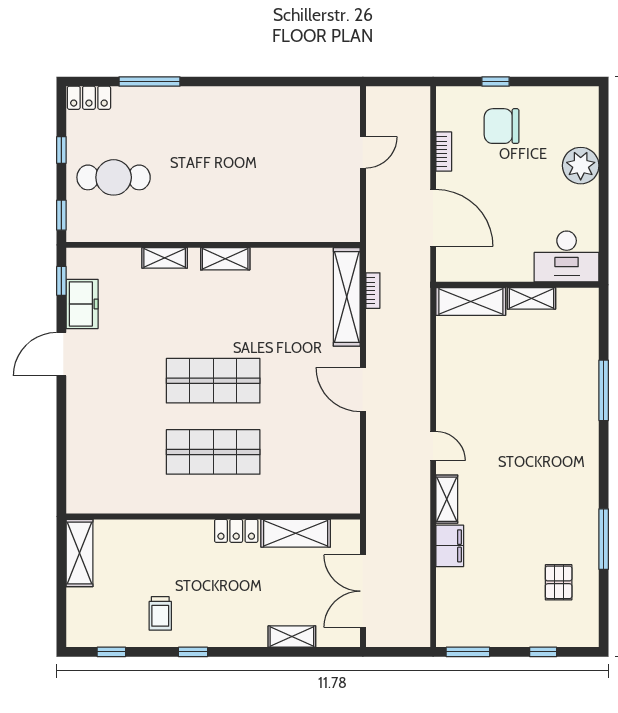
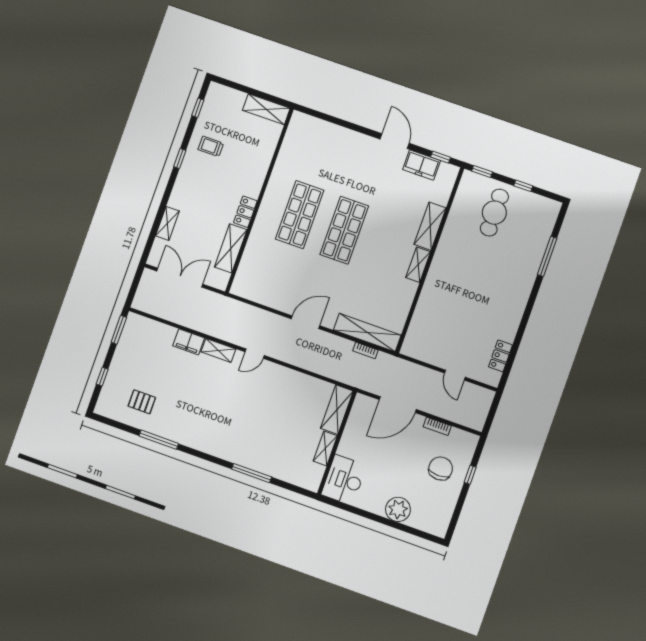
locker: (89, 98) -> (500, 356), moved
shelving: (165, 258) -> (430, 226), width x1.50, depth x1.33

